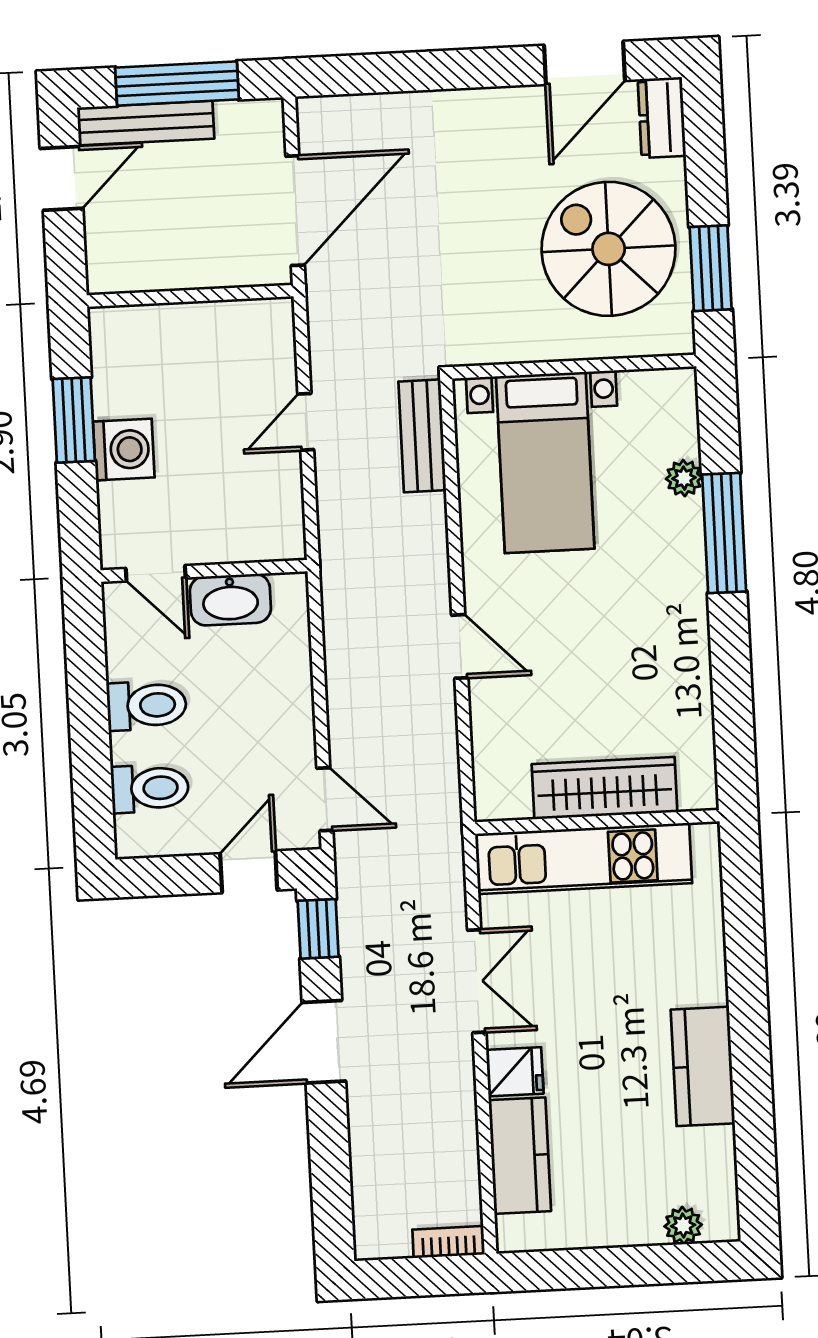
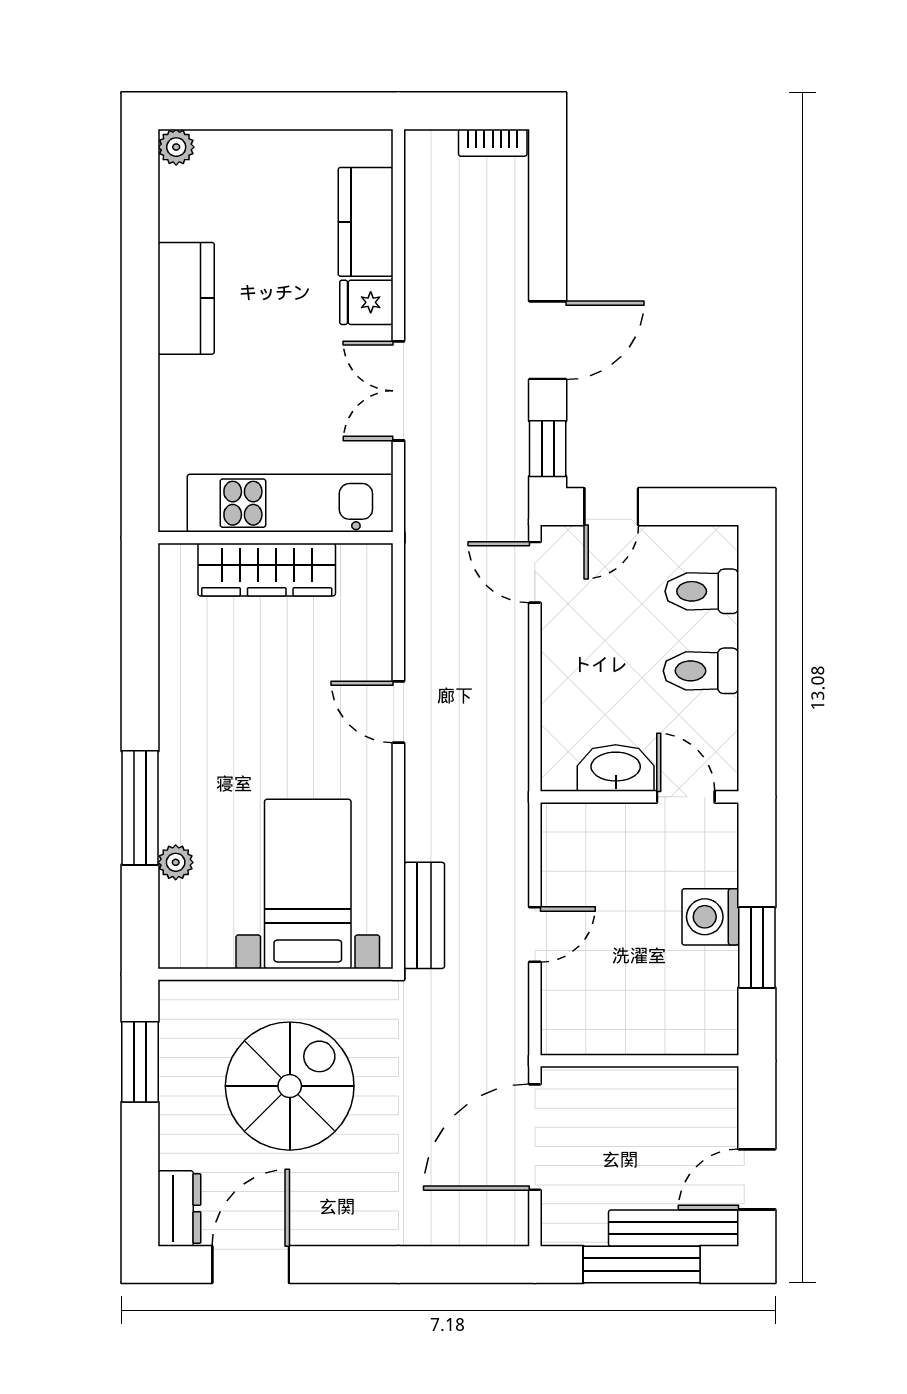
spiral stairs: (609, 249) -> (290, 1086), moved, turned -90
plant: (683, 1226) -> (176, 147), moved
bookcase: (449, 1242) -> (493, 143), moved

